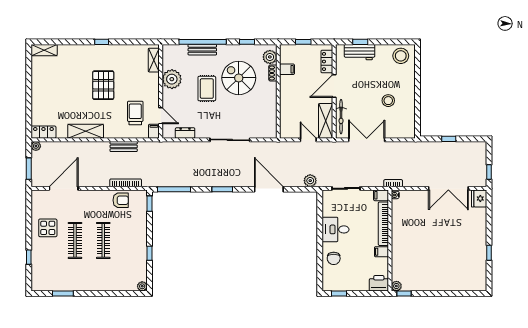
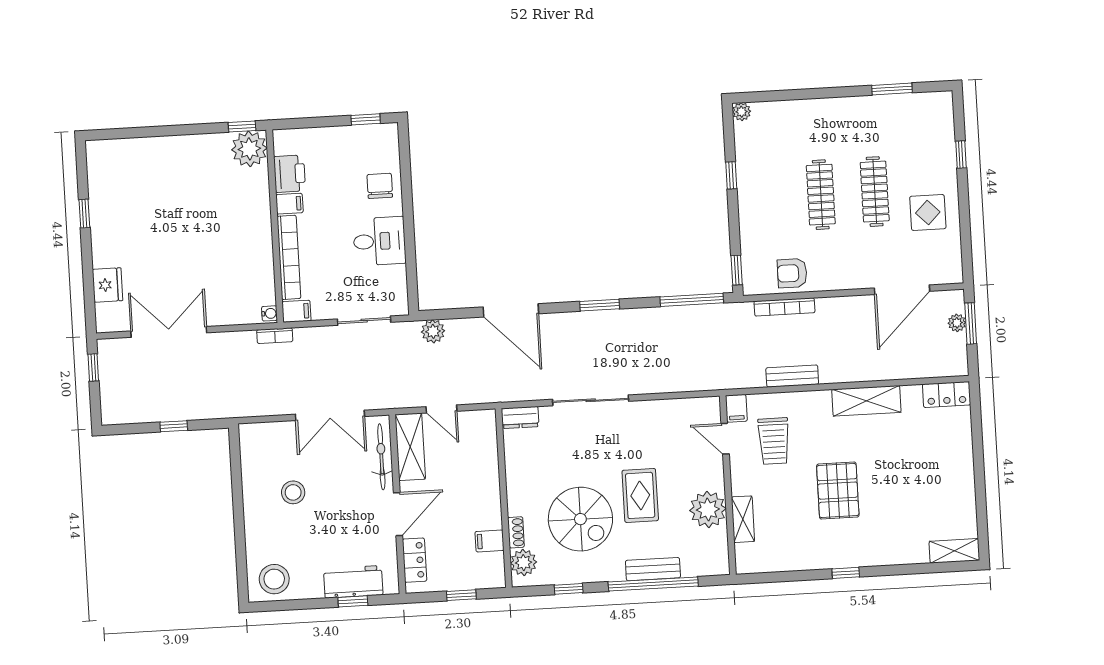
shelving: (154, 60) -> (743, 519), moved
dresser: (185, 133) -> (520, 417), moved
plant: (36, 146) -> (957, 323), moved
fridge: (479, 198) -> (108, 285), moved
printer: (379, 283) -> (290, 174), moved, turned -90
plant: (396, 286) -> (249, 149), width x1.88, depth x1.88

